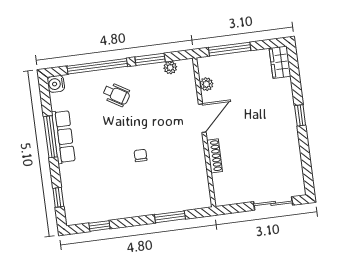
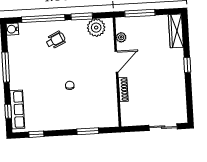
wardrobe: (280, 62) -> (176, 31), width x1.50
plant: (170, 68) -> (96, 28), width x1.88, depth x1.88
wheelchair: (116, 95) -> (56, 40), turned -56
row of seats: (63, 137) -> (17, 110), moved

